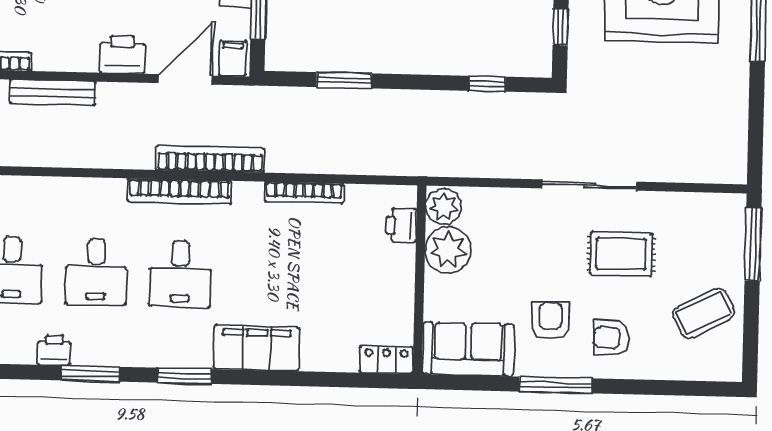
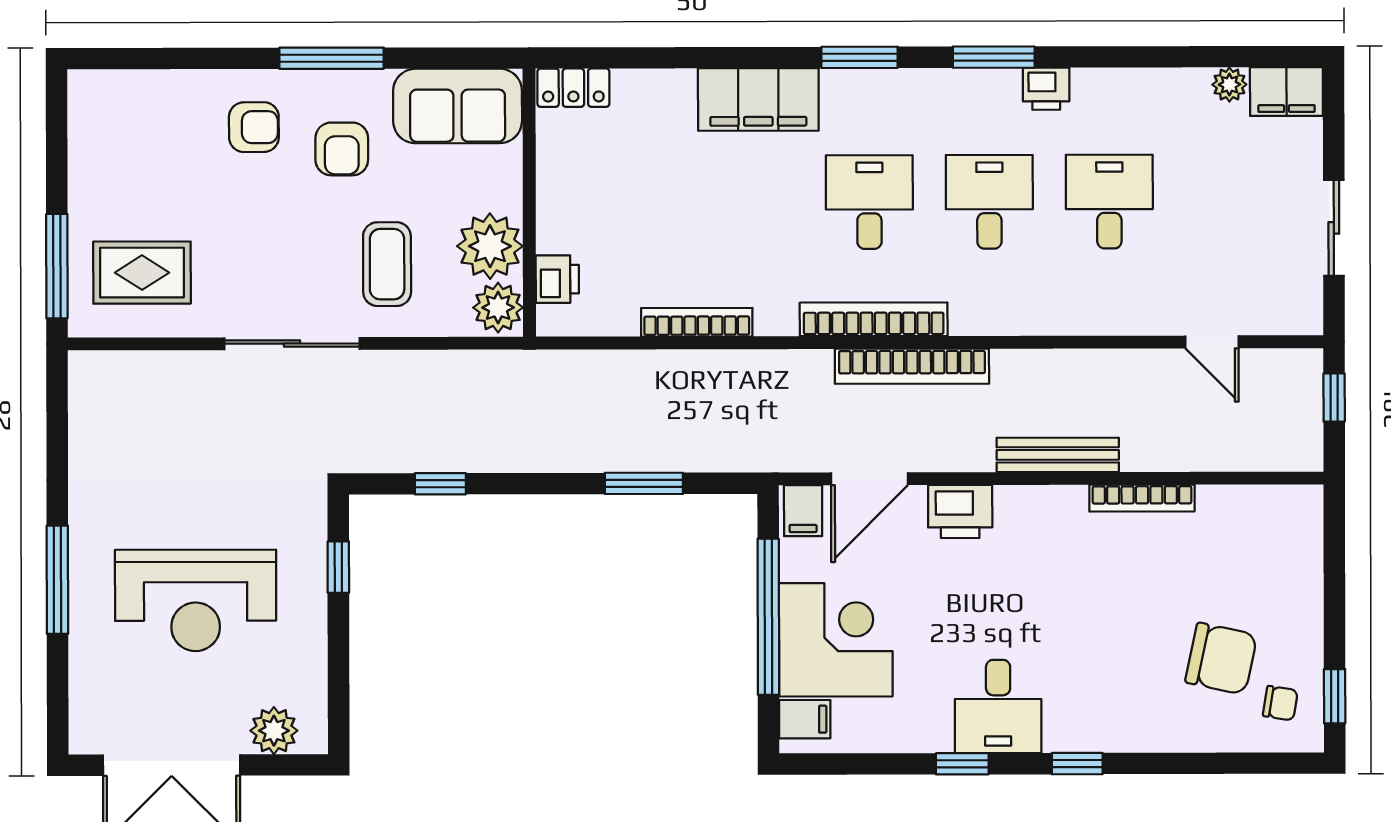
bookcase: (210, 159) -> (912, 366), moved
rug: (621, 254) -> (142, 273), moved
coffee table: (703, 313) -> (387, 264), moved, turned -63

